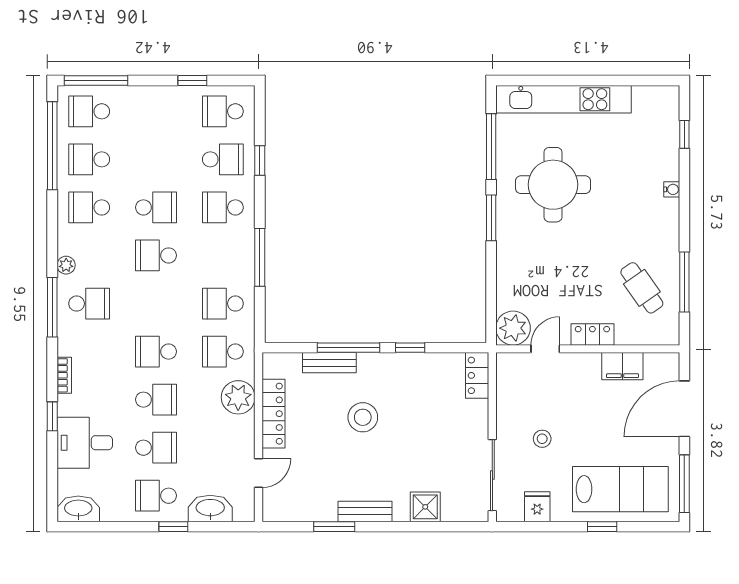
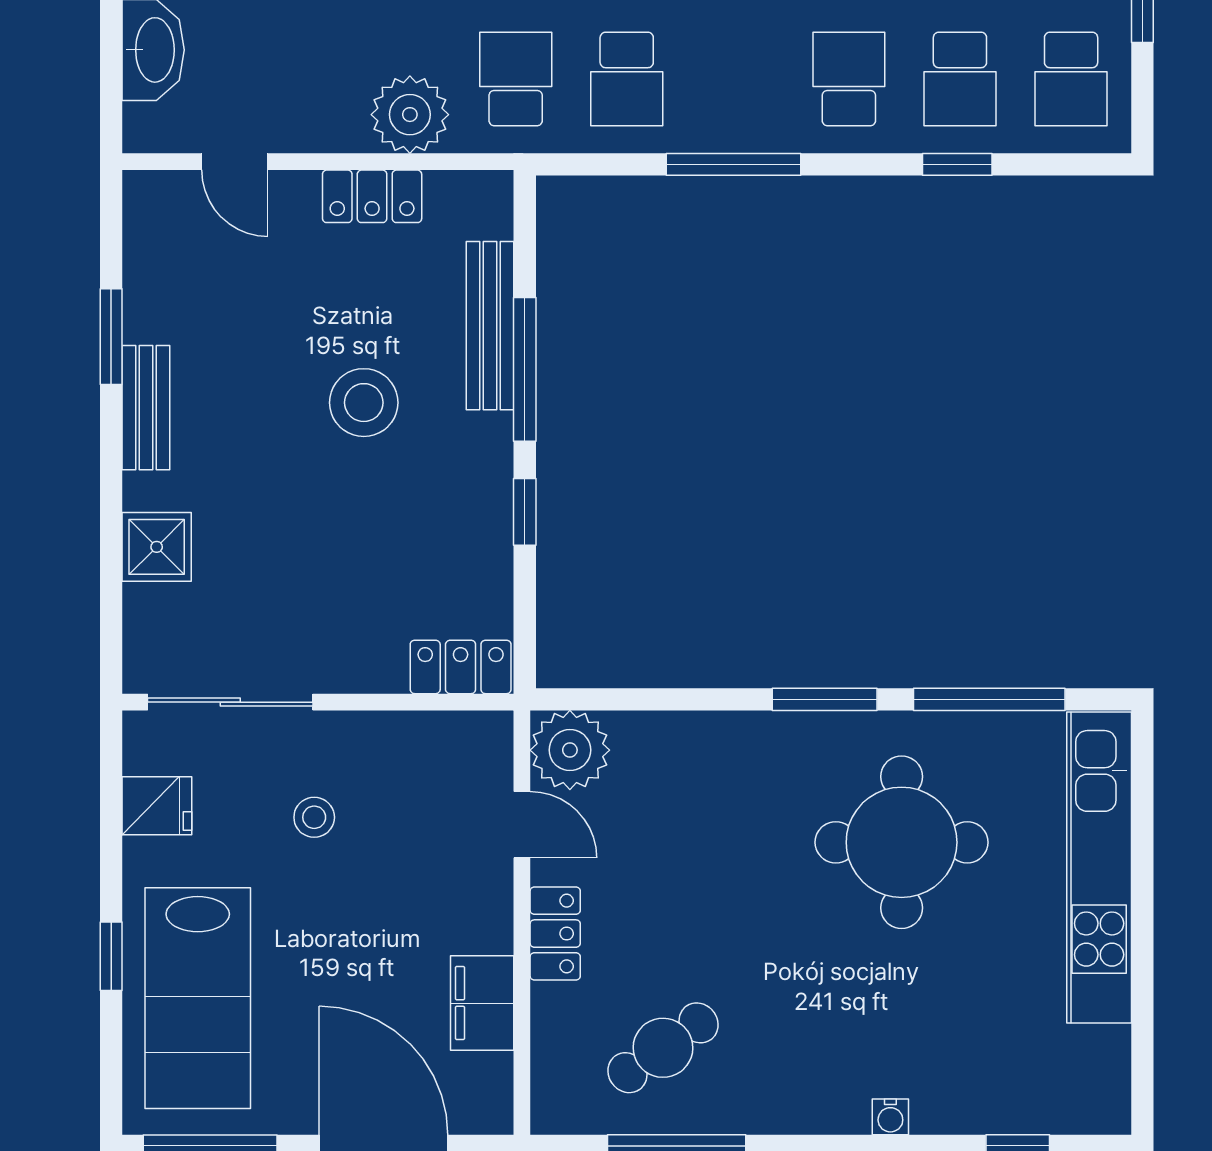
school desk: (223, 111) -> (1071, 79), turned 180
school desk: (223, 304) -> (627, 79), turned 180
bench: (329, 363) -> (490, 326), width x1.36
locker: (274, 414) -> (372, 196), width x0.66

